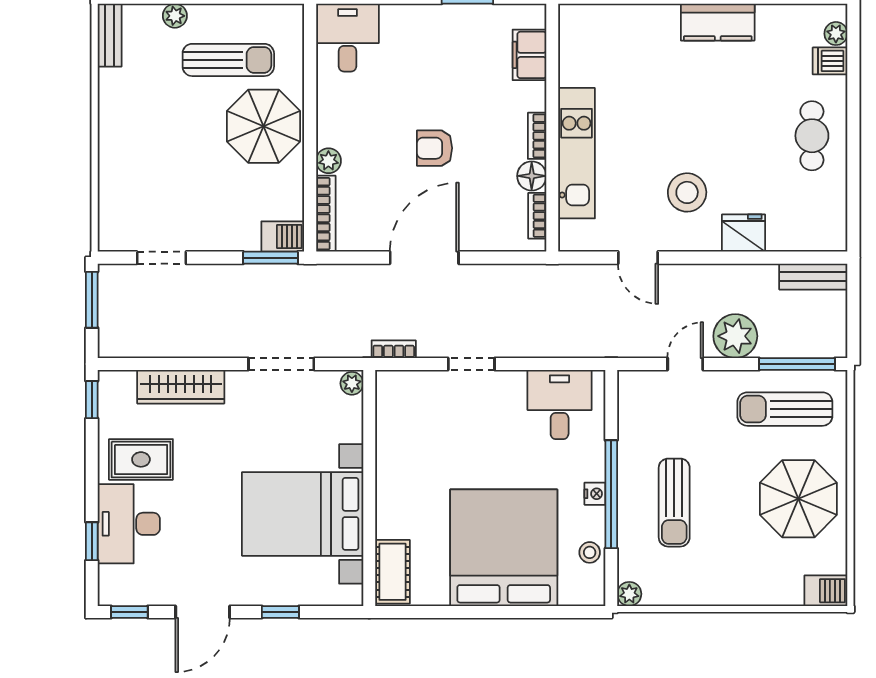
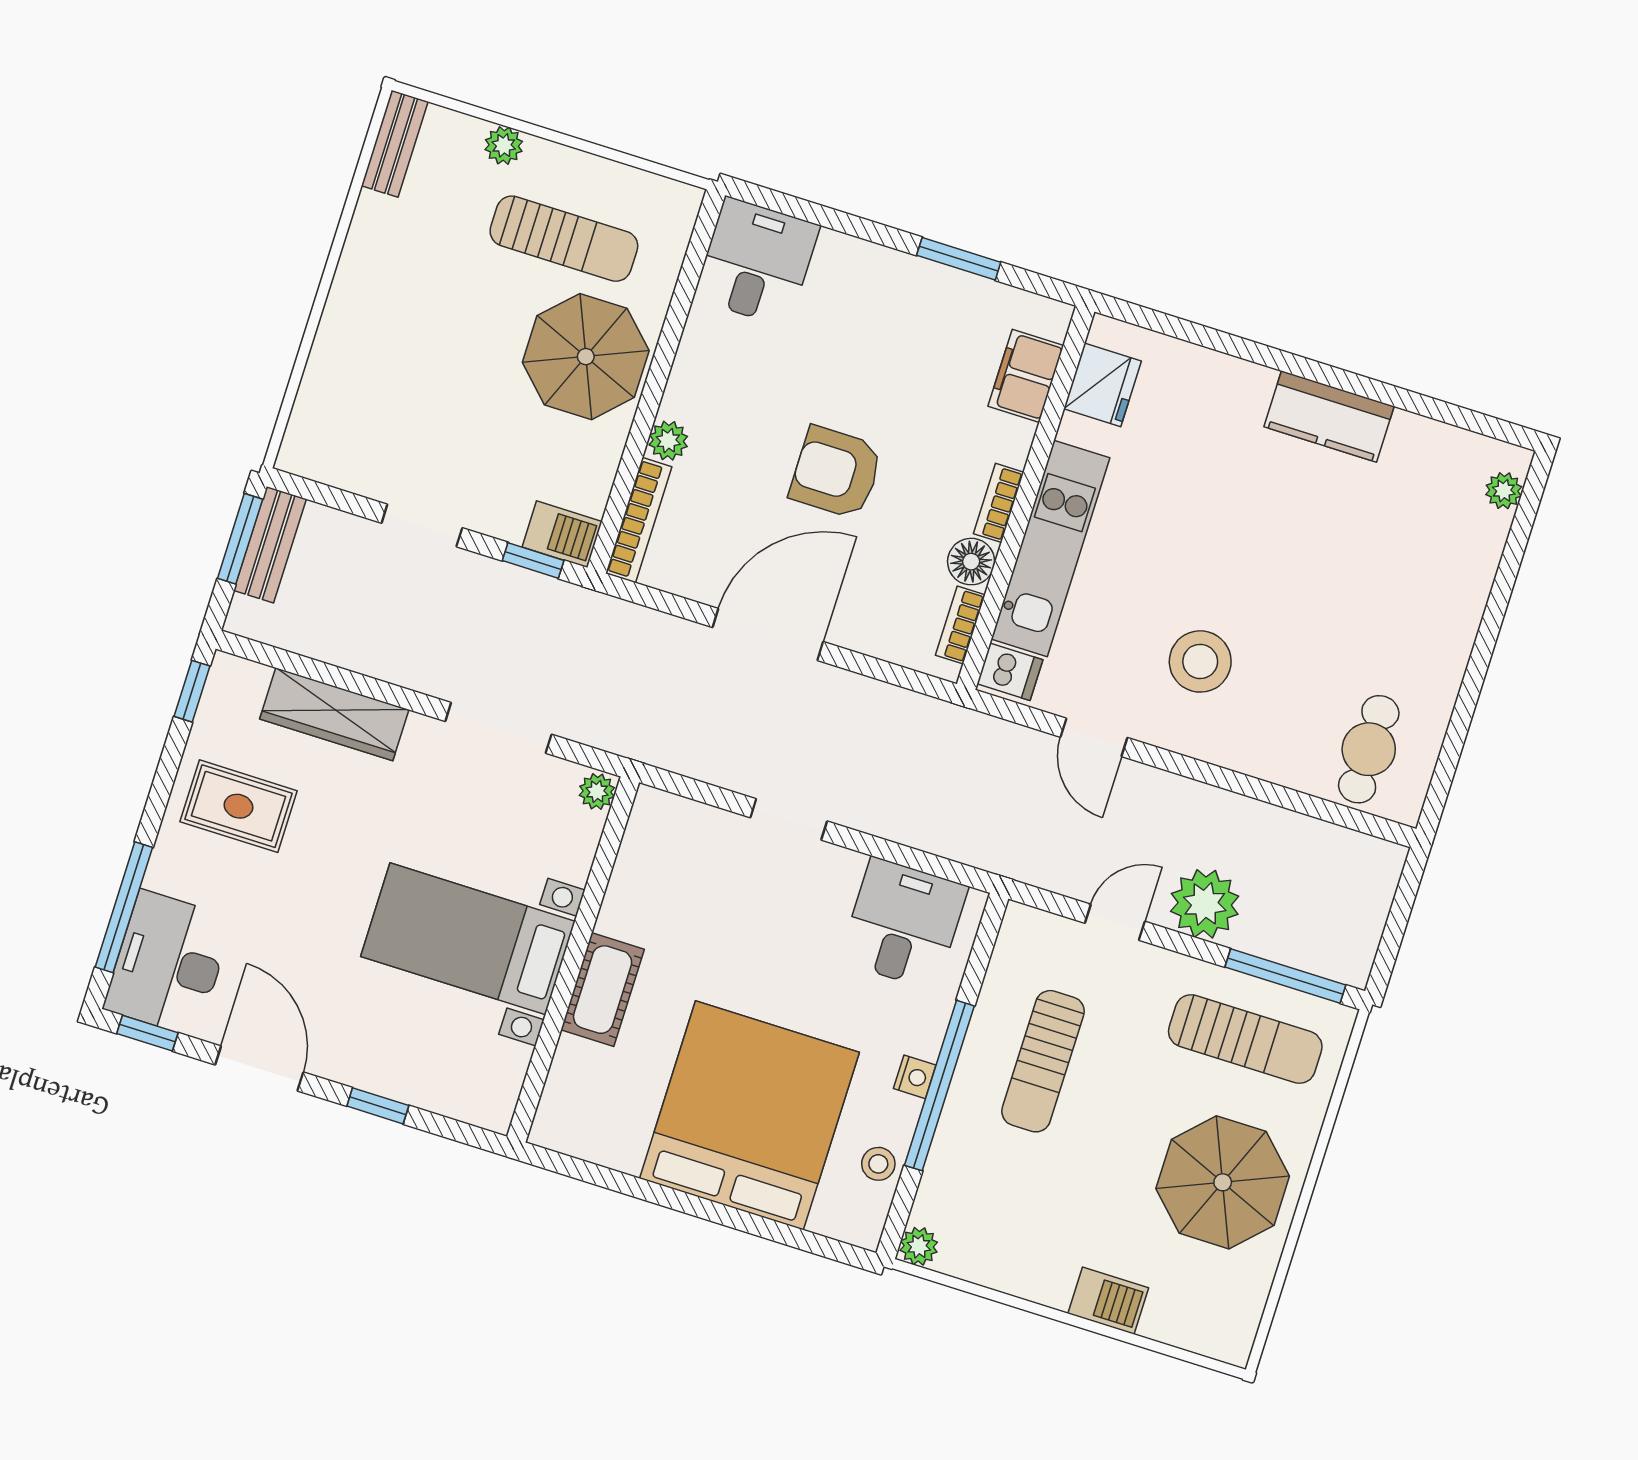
dishwasher: (830, 61) -> (1010, 672), moved, turned 180
cafe table: (812, 136) -> (1369, 749), moved
armchair: (434, 148) -> (836, 472), width x1.38, depth x1.38
fridge: (744, 233) -> (1102, 385), moved, turned 90
doorway: (161, 258) -> (422, 525), moved
window: (270, 258) -> (533, 561), width x0.67
bench: (813, 277) -> (270, 545), moved, turned 90
bookcase: (394, 349) -> (677, 759), removed
sun lounger: (785, 409) -> (1245, 1039), turned 180
sun lounger: (674, 503) -> (1043, 1061), moved
bed with nightstands: (303, 514) -> (468, 939), width x0.73
desk: (129, 524) -> (168, 963), moved
window: (92, 541) -> (124, 907), width x2.17
cot: (392, 572) -> (603, 990), moved
barbecue: (826, 591) -> (1108, 1301), moved
door: (203, 612) -> (259, 1068), swing flipped

